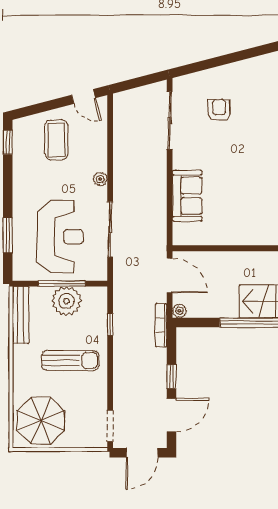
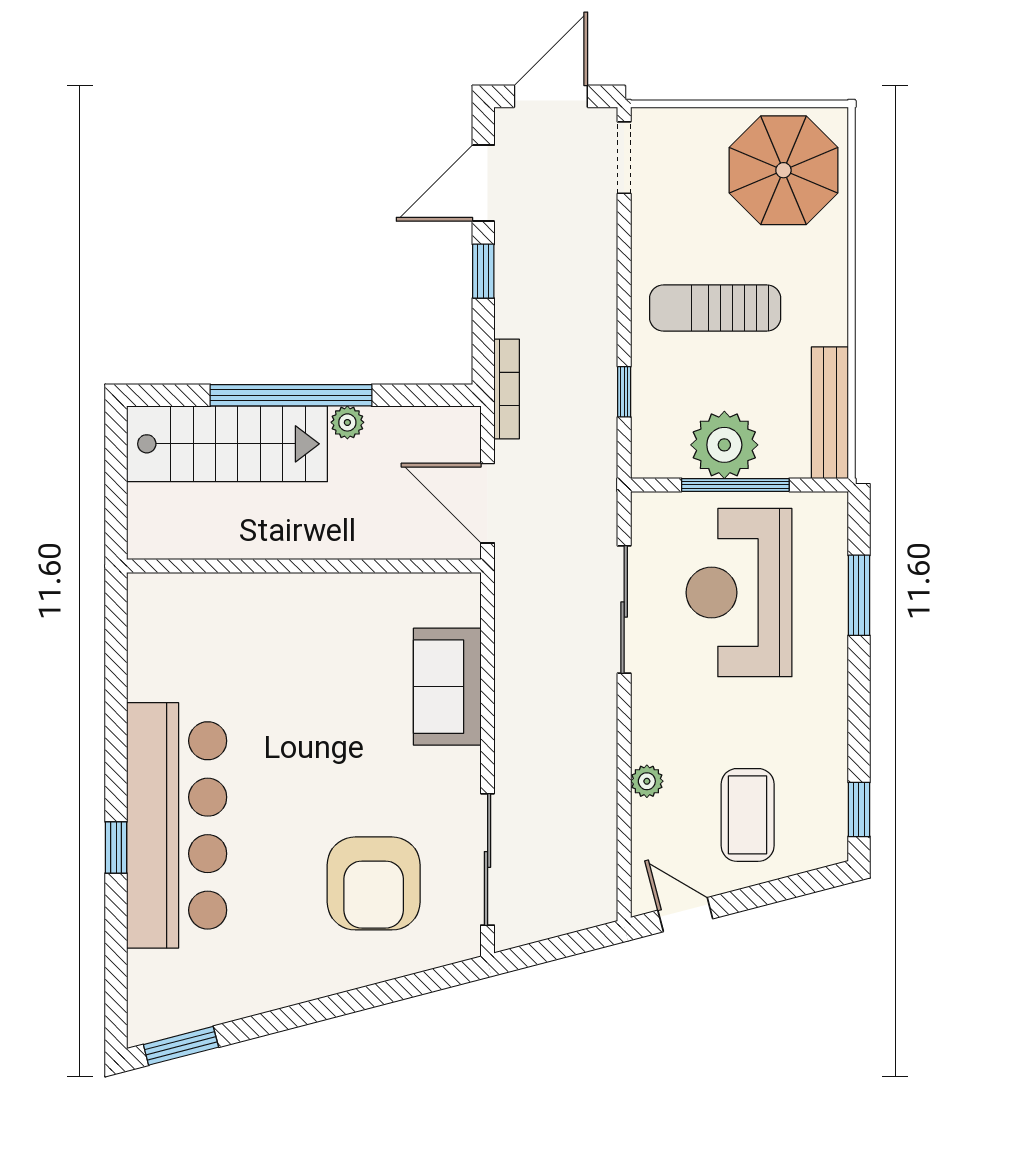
armchair: (219, 110) -> (374, 883), width x1.88, depth x1.88
plant: (100, 179) -> (647, 781), moved
plant: (180, 311) -> (347, 422), moved

